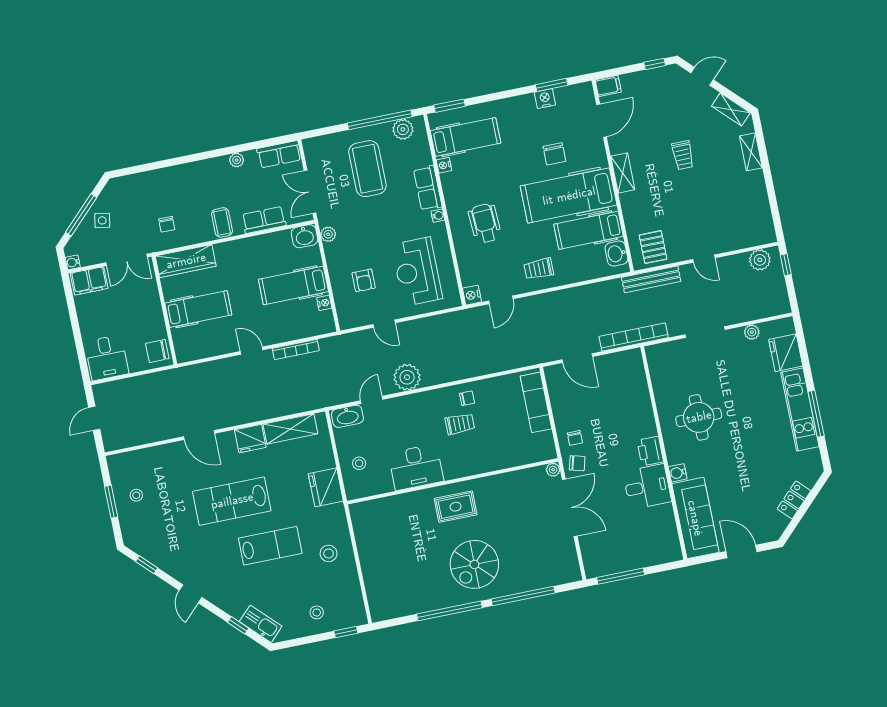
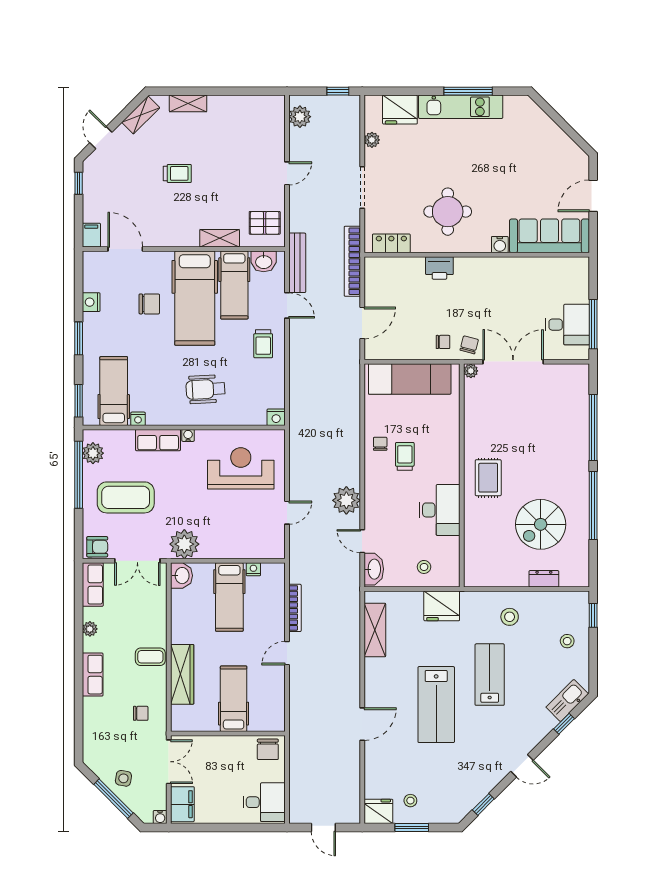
window: (552, 85) -> (79, 338), moved
shelving: (623, 173) -> (220, 238), moved
row of seats: (264, 220) -> (93, 675), moved, turned 180
plant: (328, 234) -> (184, 544), width x1.87, depth x1.87
wardrobe: (186, 261) -> (182, 674), moved
window: (786, 265) -> (338, 91), moved
reception desk: (417, 272) -> (241, 468), turned 180
bench: (651, 279) -> (297, 263), moved
armchair: (364, 280) -> (97, 547), moved
door: (501, 300) -> (287, 305), moved
exam couch: (536, 402) -> (410, 379), width x1.36, depth x1.45
fridge: (250, 439) -> (378, 811), moved, turned -90
printer: (650, 451) -> (439, 268), moved
desk: (647, 487) -> (567, 325), moved, turned 90
locker: (794, 500) -> (391, 243), moved, turned 135
spiral stairs: (474, 564) -> (541, 524), moved, turned 90
dresser: (371, 579) -> (544, 579), added

